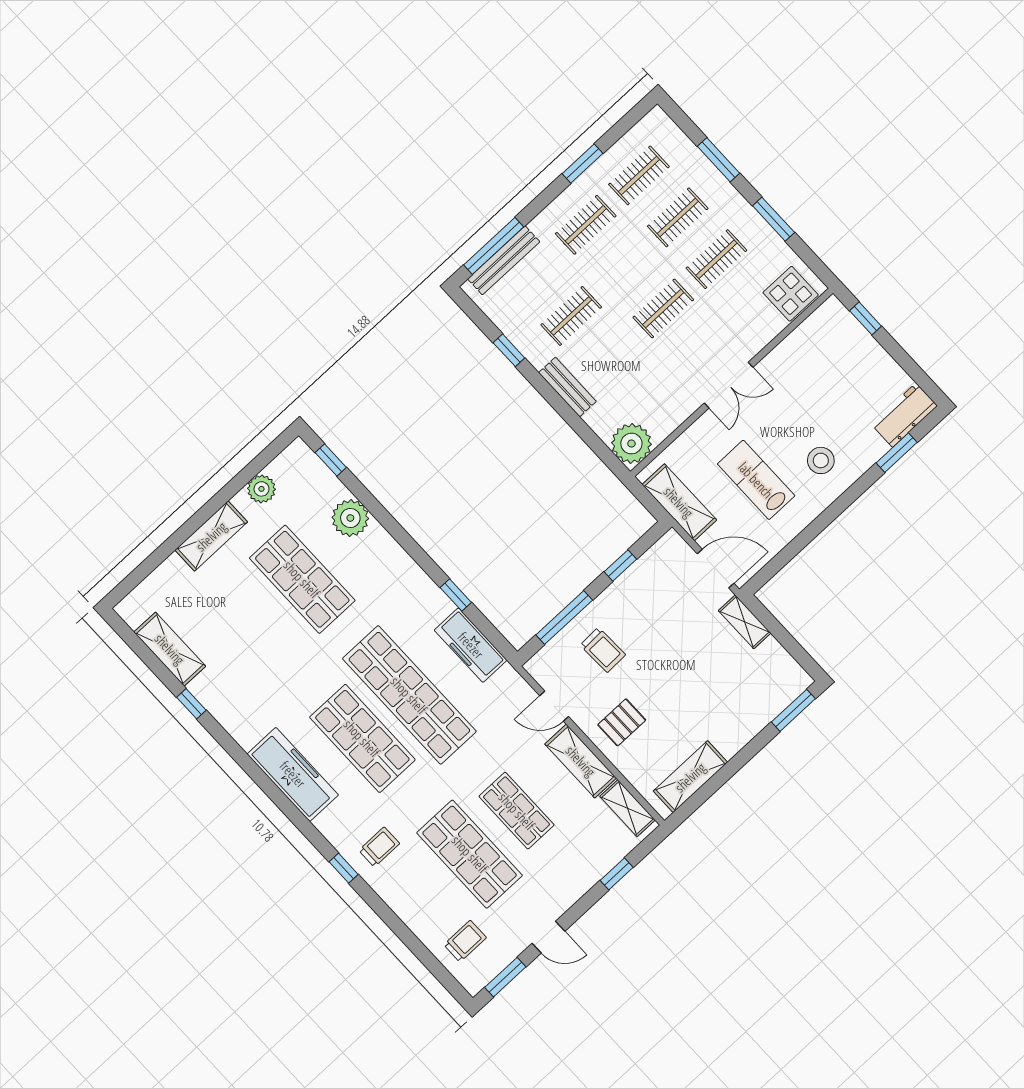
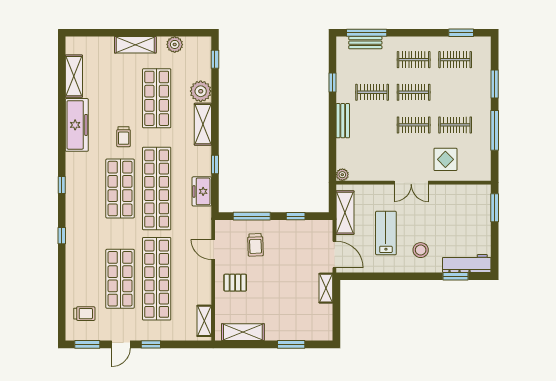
window: (583, 164) -> (461, 33), moved
clothes rail: (678, 217) -> (414, 92), moved
window: (774, 219) -> (495, 130), width x1.44
bench: (504, 260) -> (365, 43), width x0.73
display table: (791, 294) -> (445, 159), moved
window: (866, 318) -> (495, 208), width x1.50
workbench: (904, 415) -> (467, 263), width x1.38
plant: (631, 444) -> (342, 175), width x0.53, depth x0.53
freezer: (471, 645) -> (202, 191), width x0.71
window: (191, 704) -> (62, 185), moved
window: (793, 710) -> (291, 344), moved
shelving: (581, 761) -> (203, 124), moved
freezer: (293, 774) -> (77, 125), moved
shop shelf: (517, 811) -> (157, 279), width x2.00, depth x1.36
trolley: (379, 847) -> (124, 137), moved, turned 90
window: (617, 874) -> (151, 344), moved
door: (548, 937) -> (121, 344), hinge flipped

